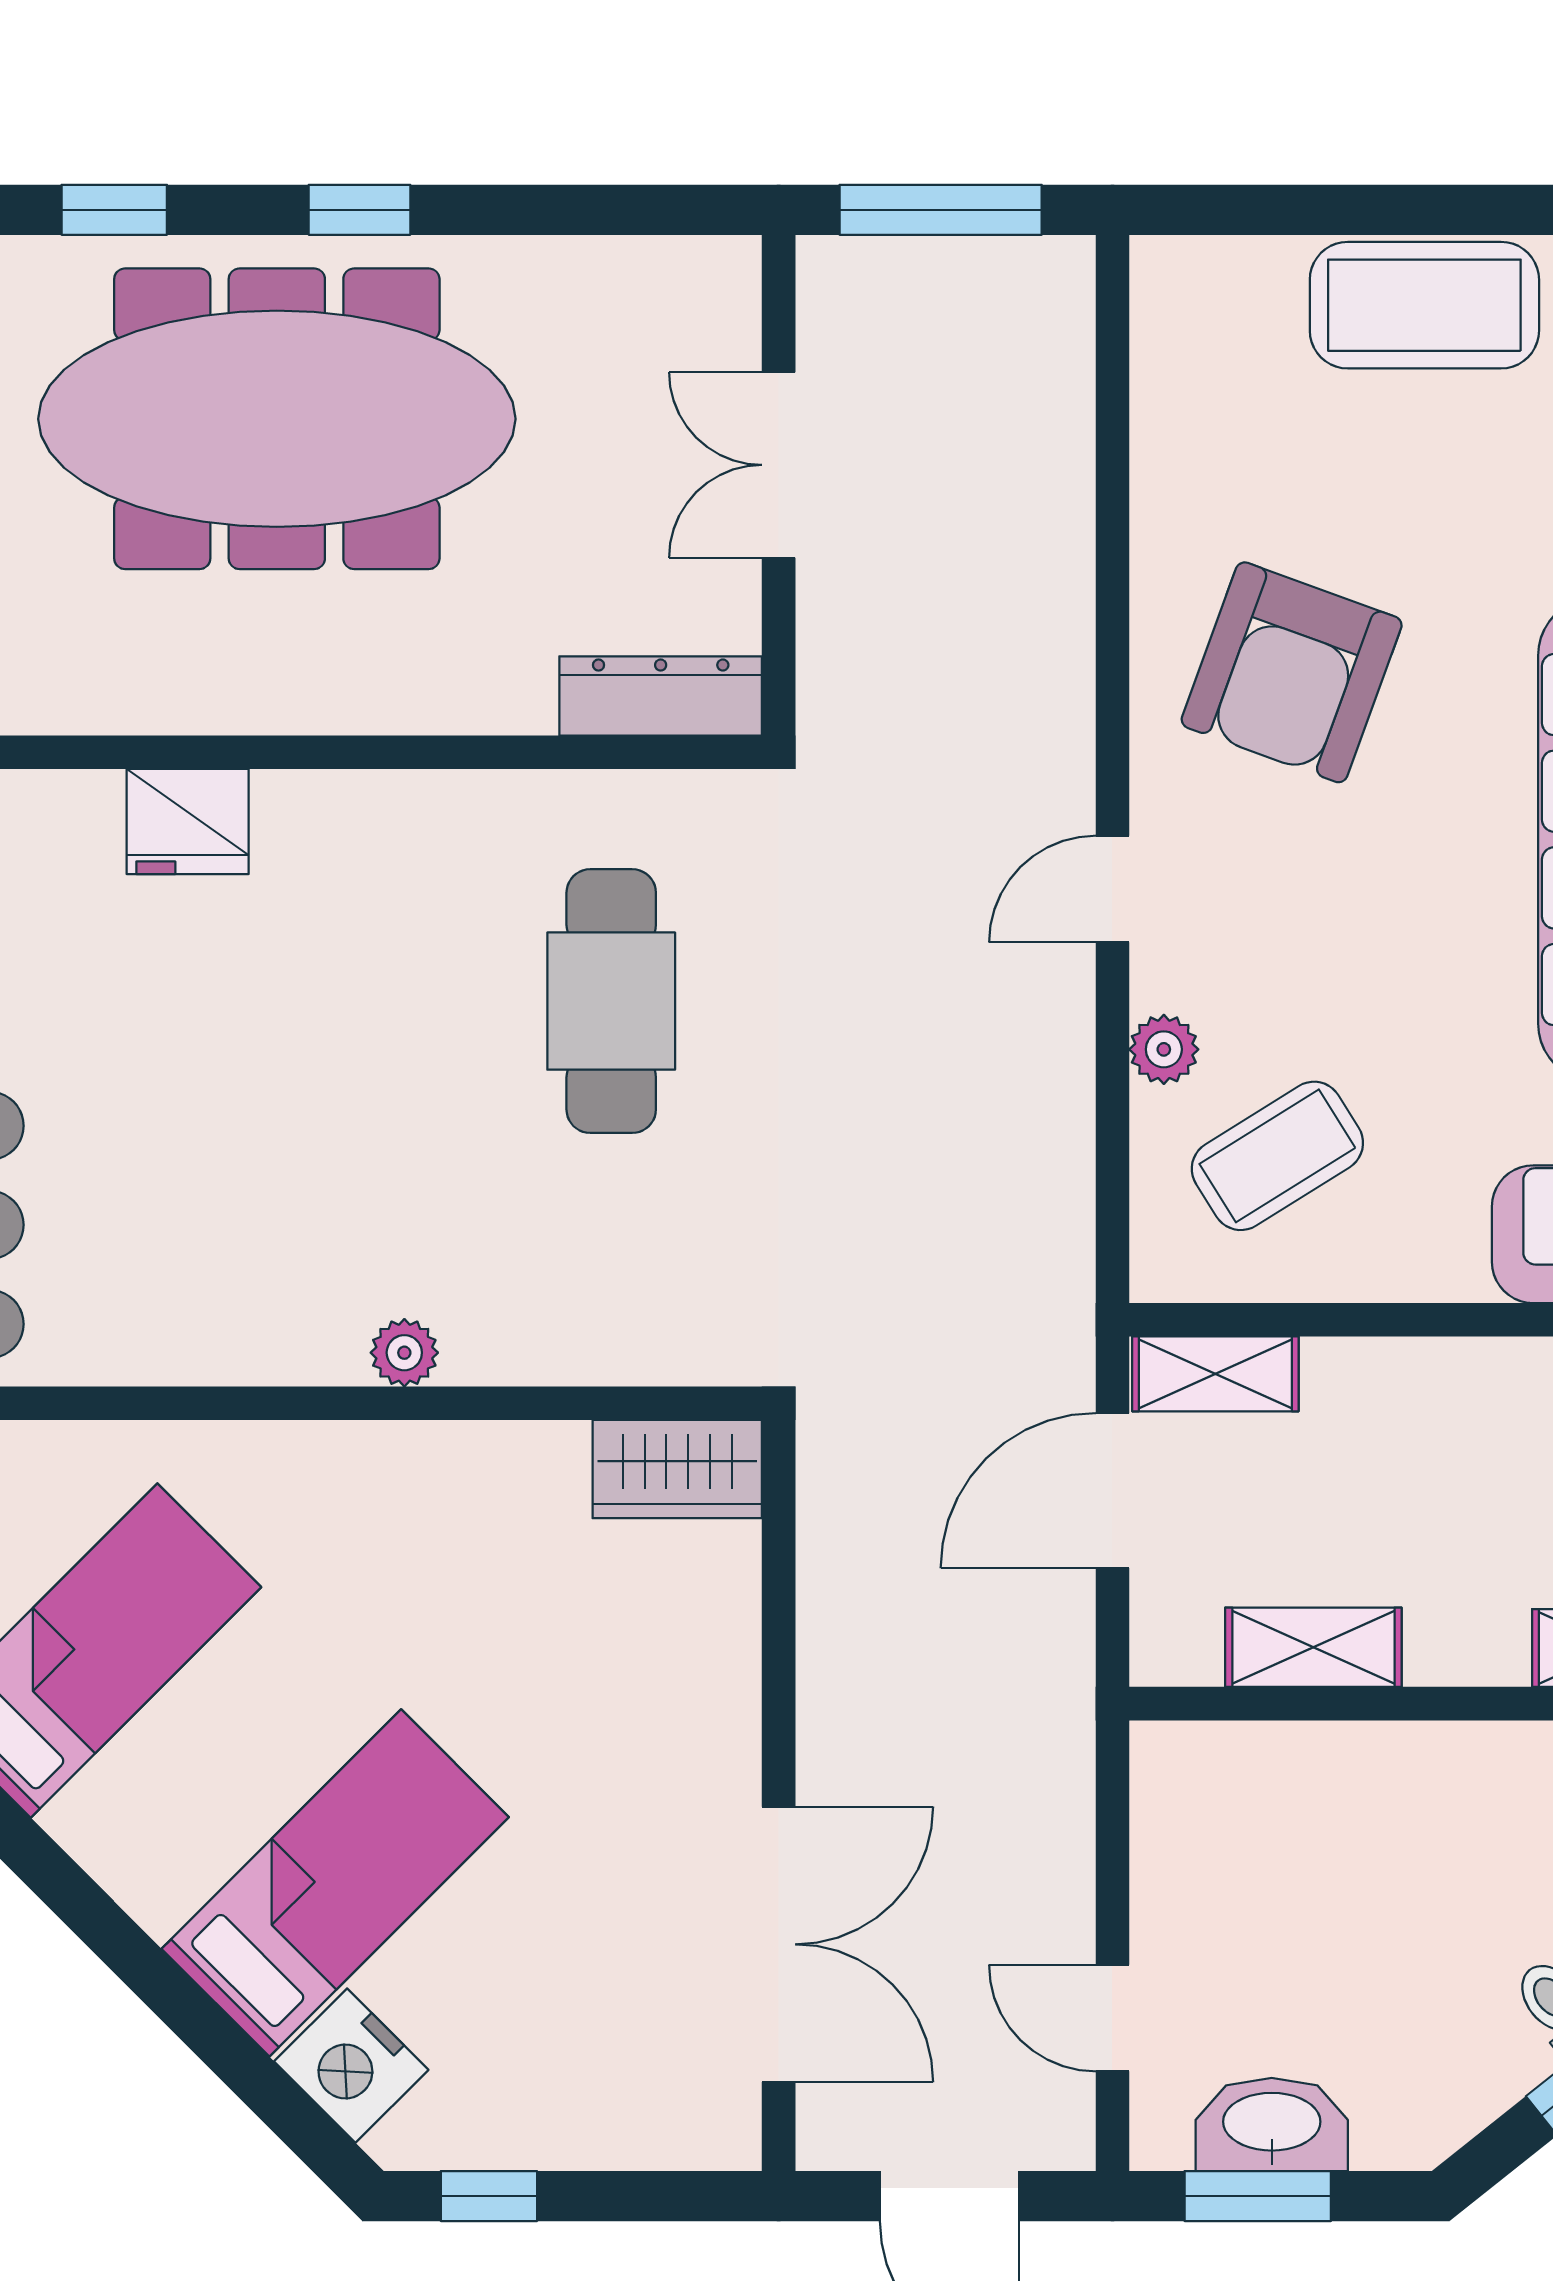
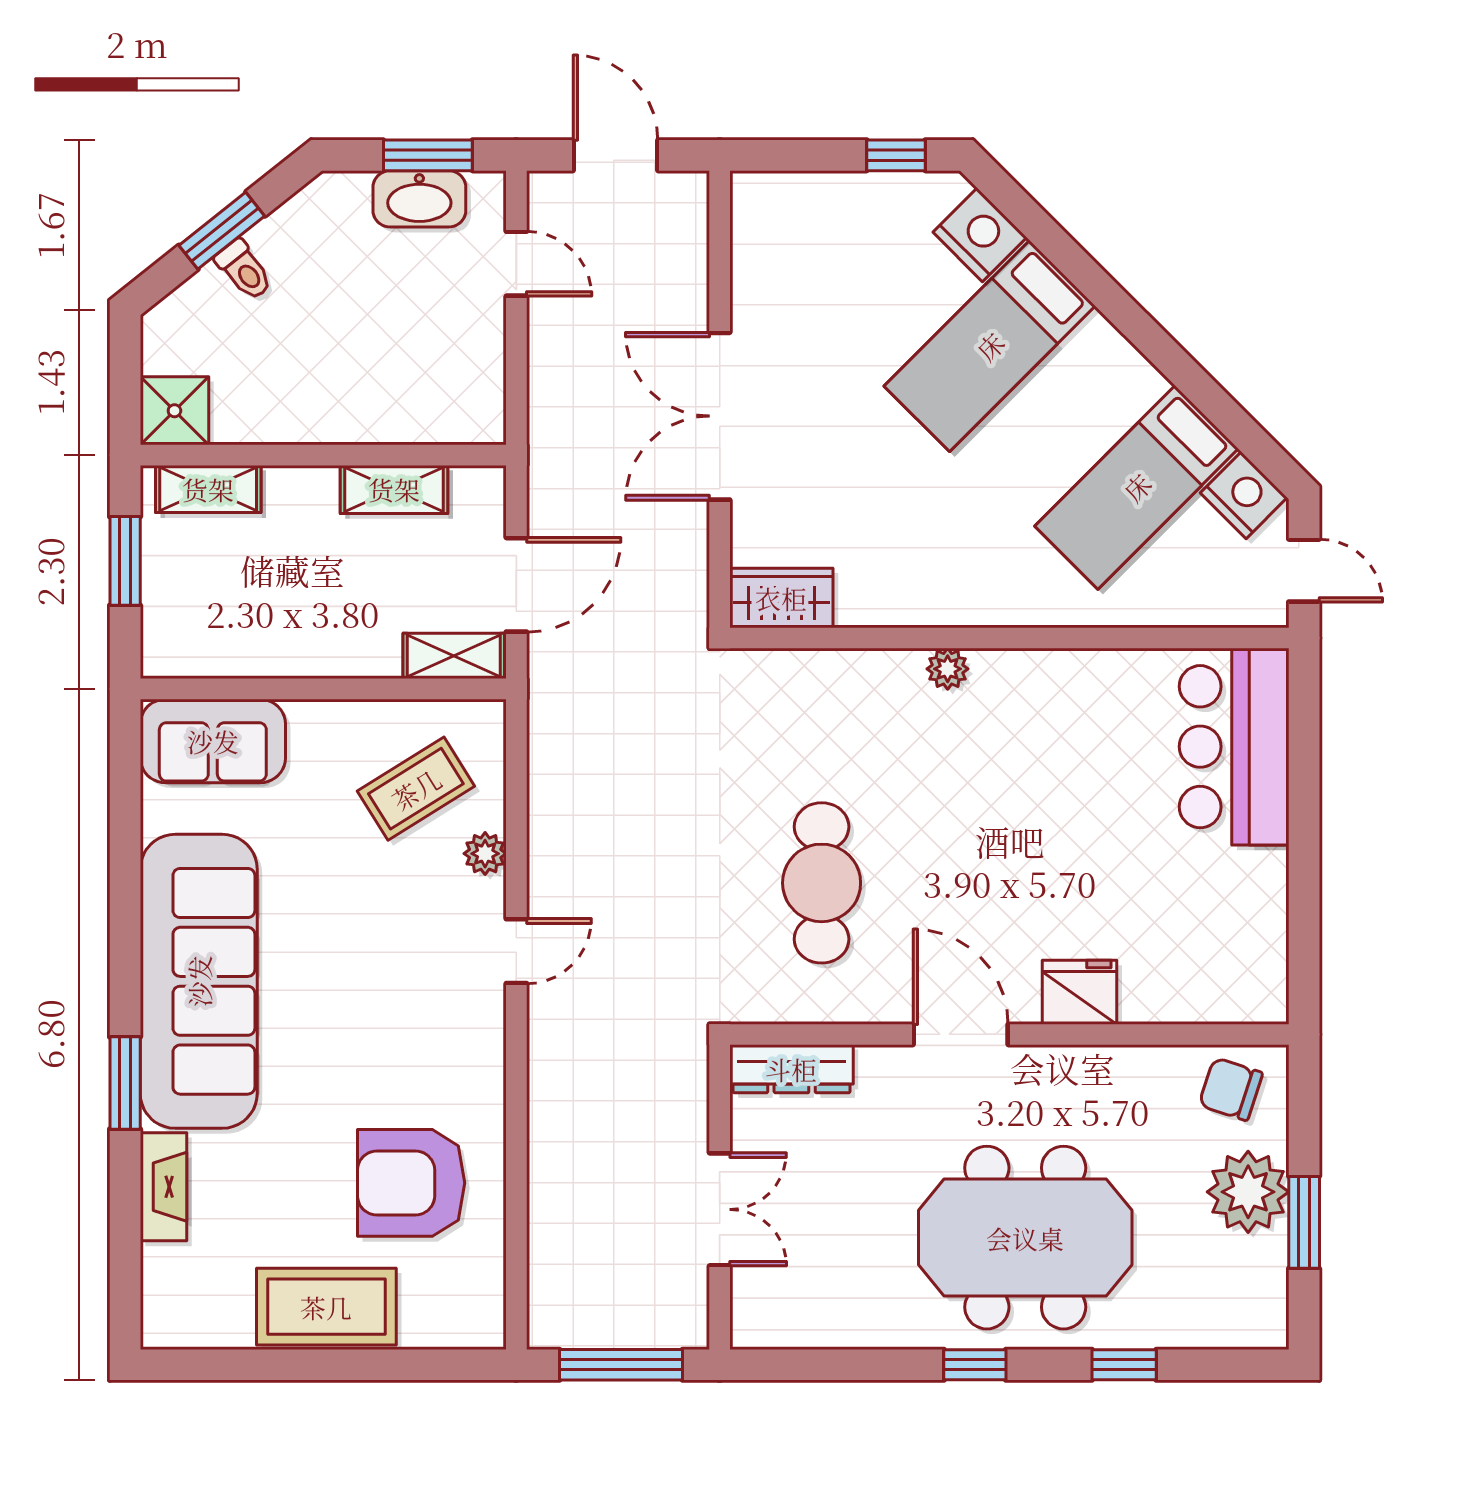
meeting table: (277, 419) -> (1025, 1238), width x0.73
armchair: (1292, 672) -> (411, 1183), moved, turned -110
door: (383, 752) -> (961, 1034), added
double door: (779, 1944) -> (720, 416), moved

